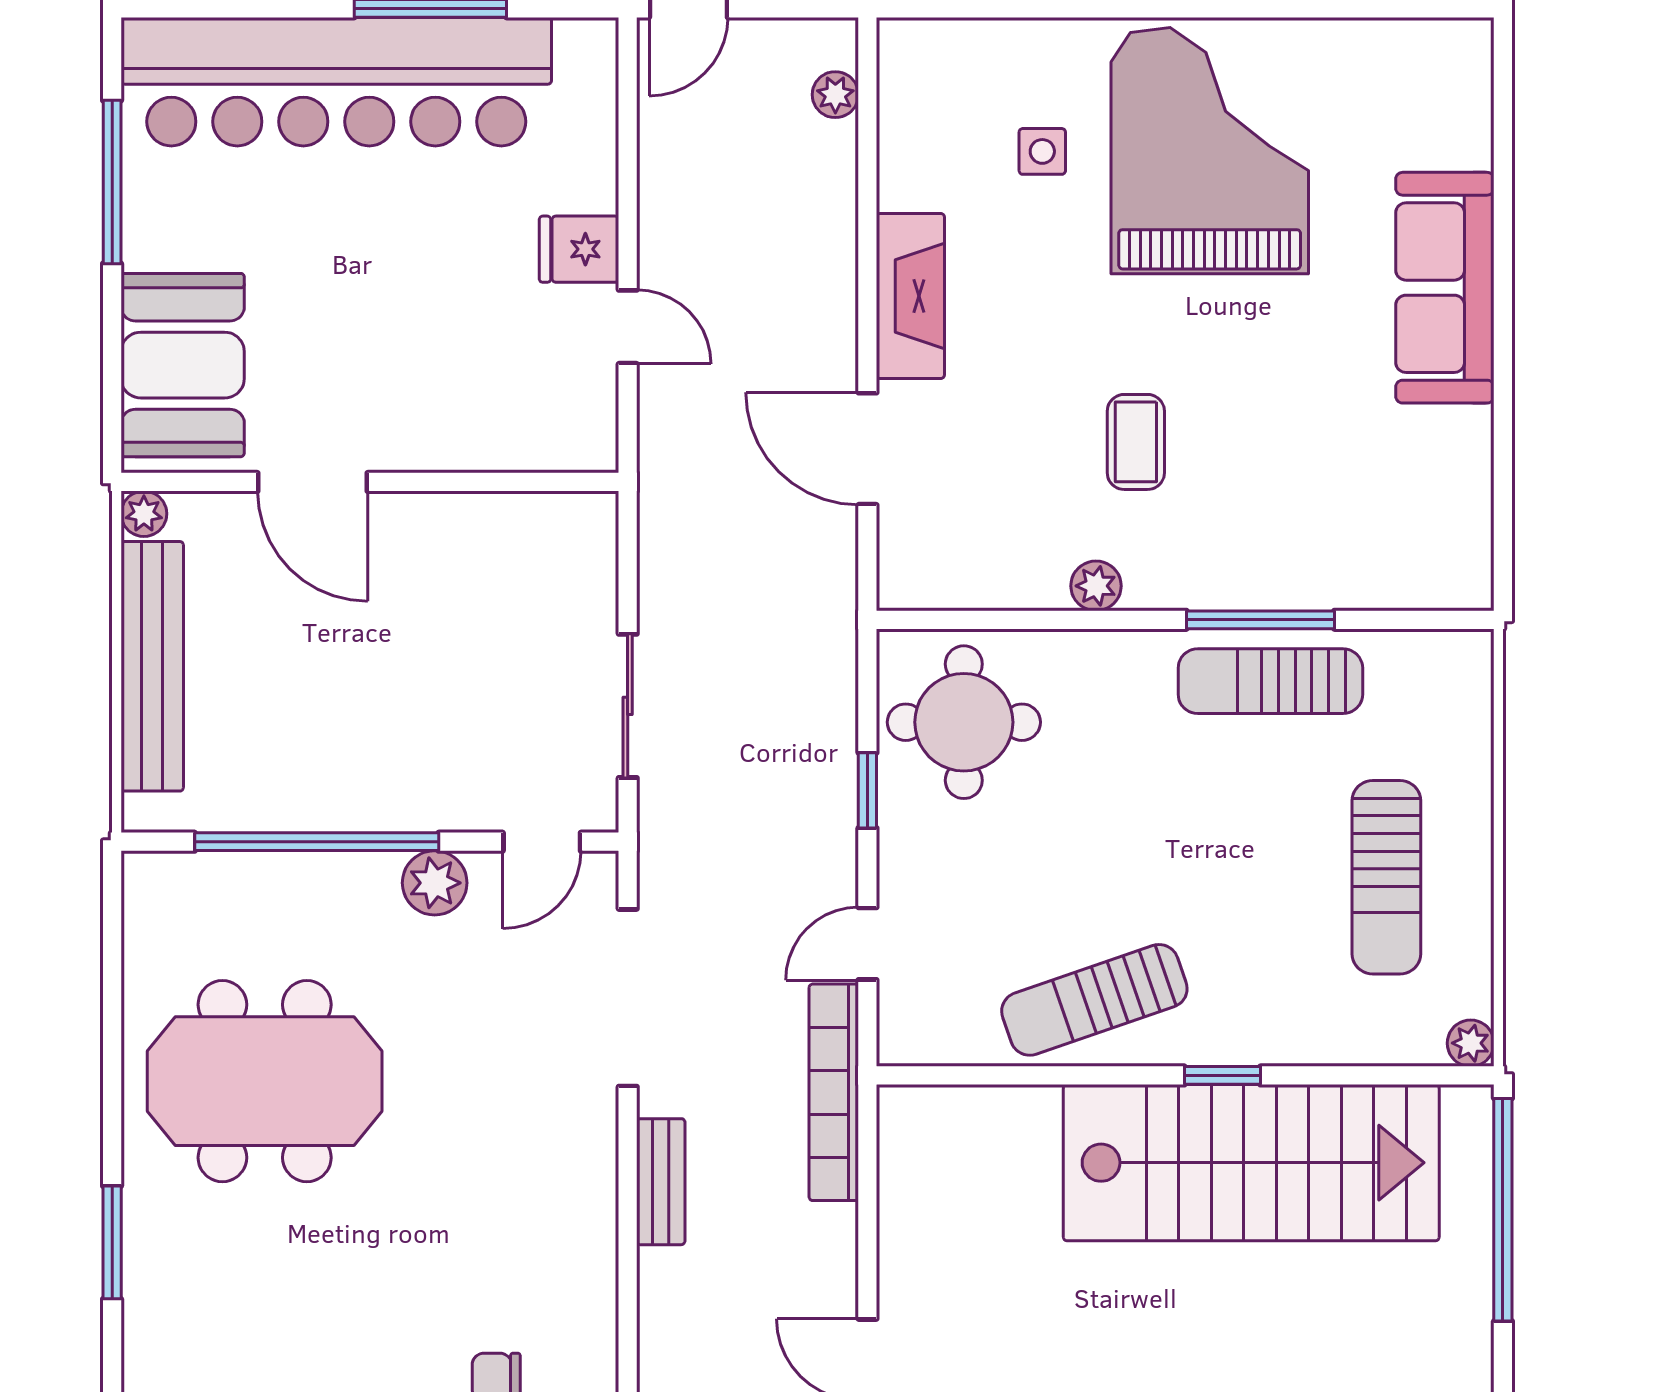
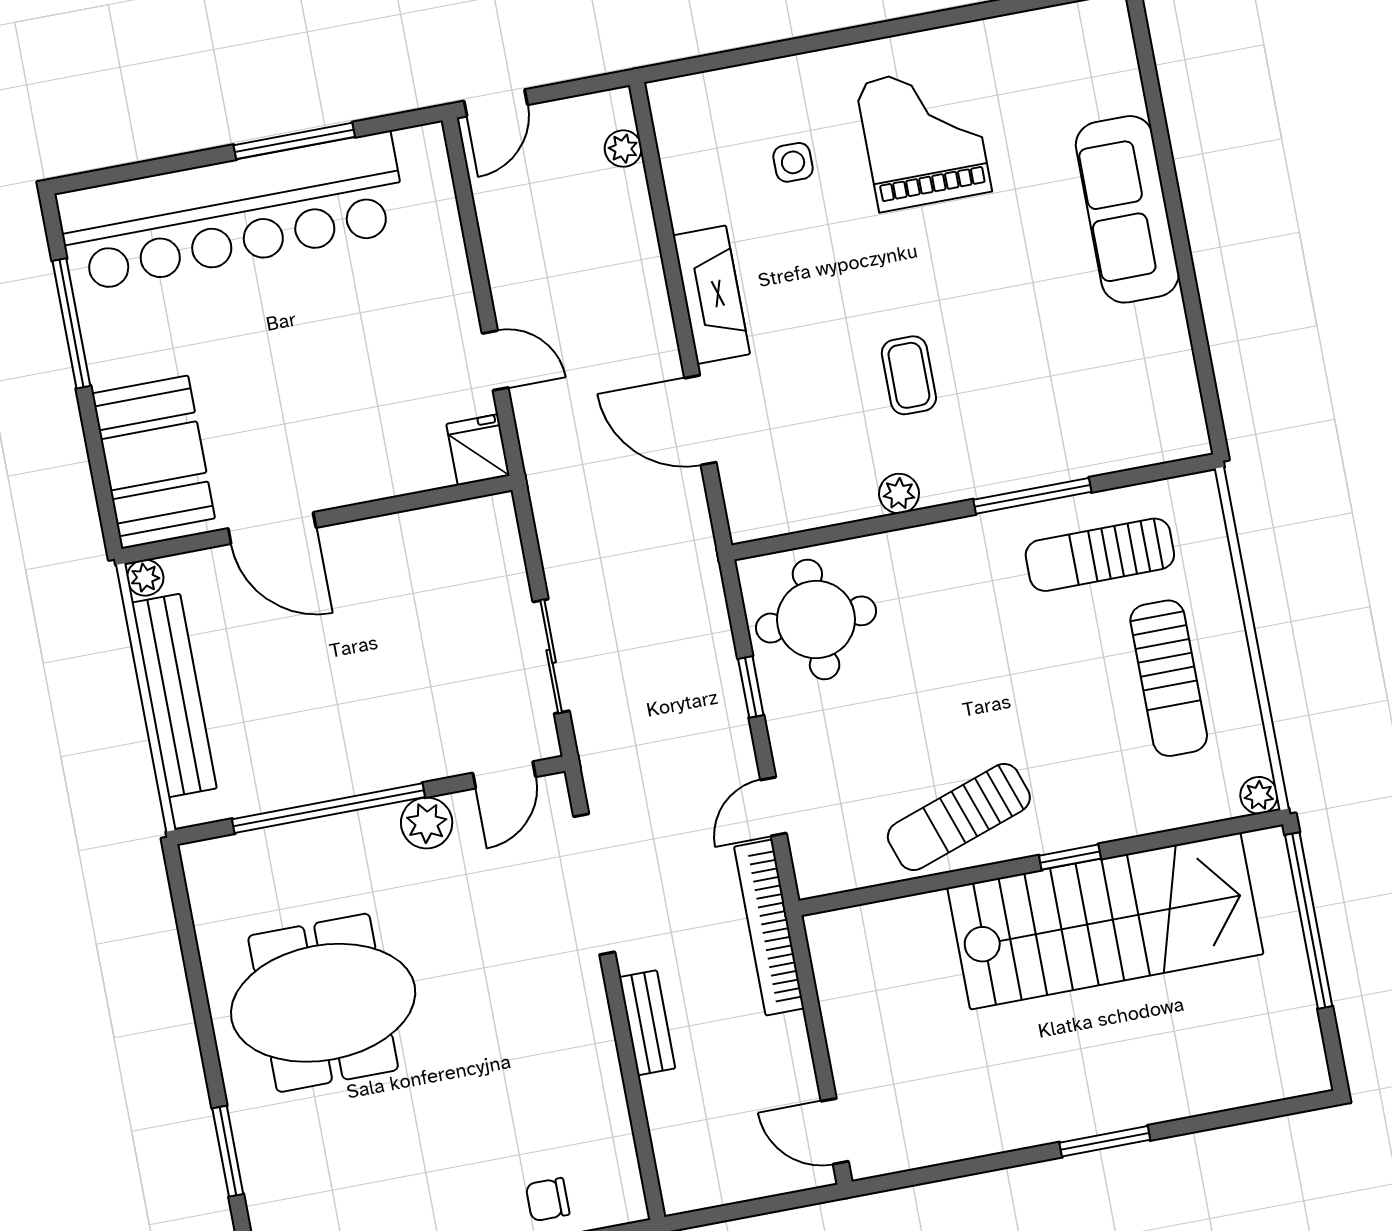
grand piano: (1210, 151) -> (924, 137), width x0.73, depth x0.68
fridge: (579, 249) -> (478, 450), moved, turned 90
sun lounger: (1270, 681) -> (1100, 555), moved

